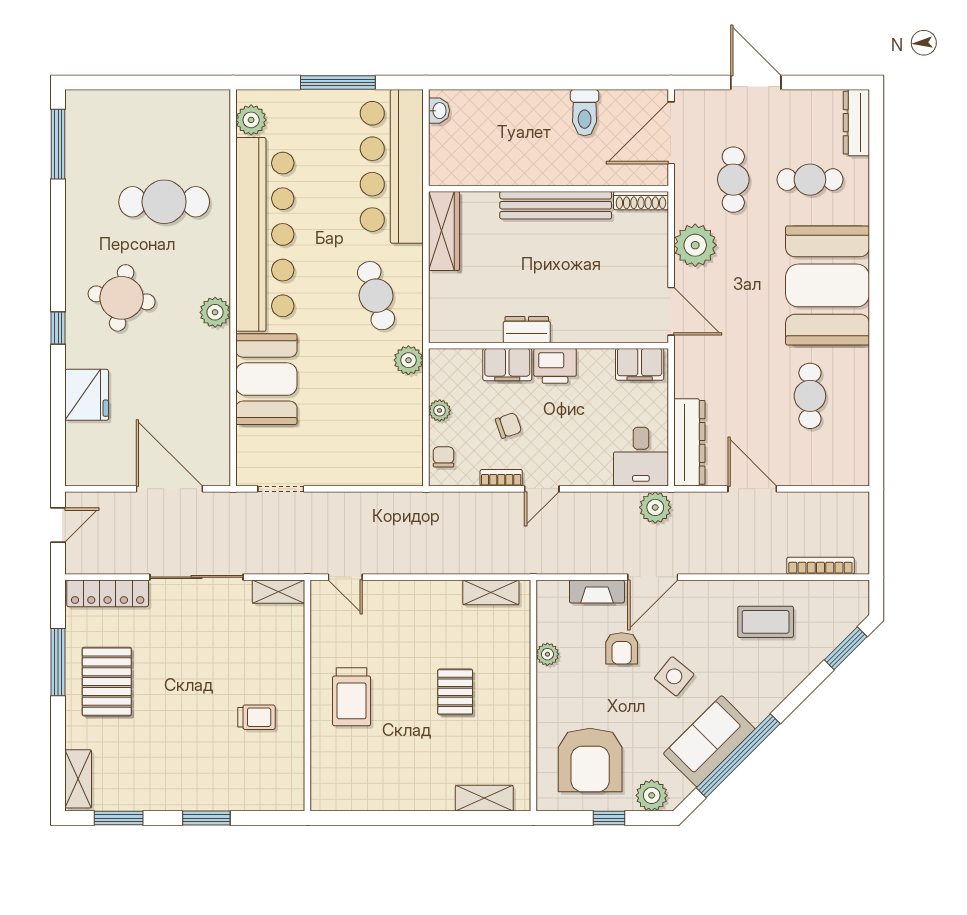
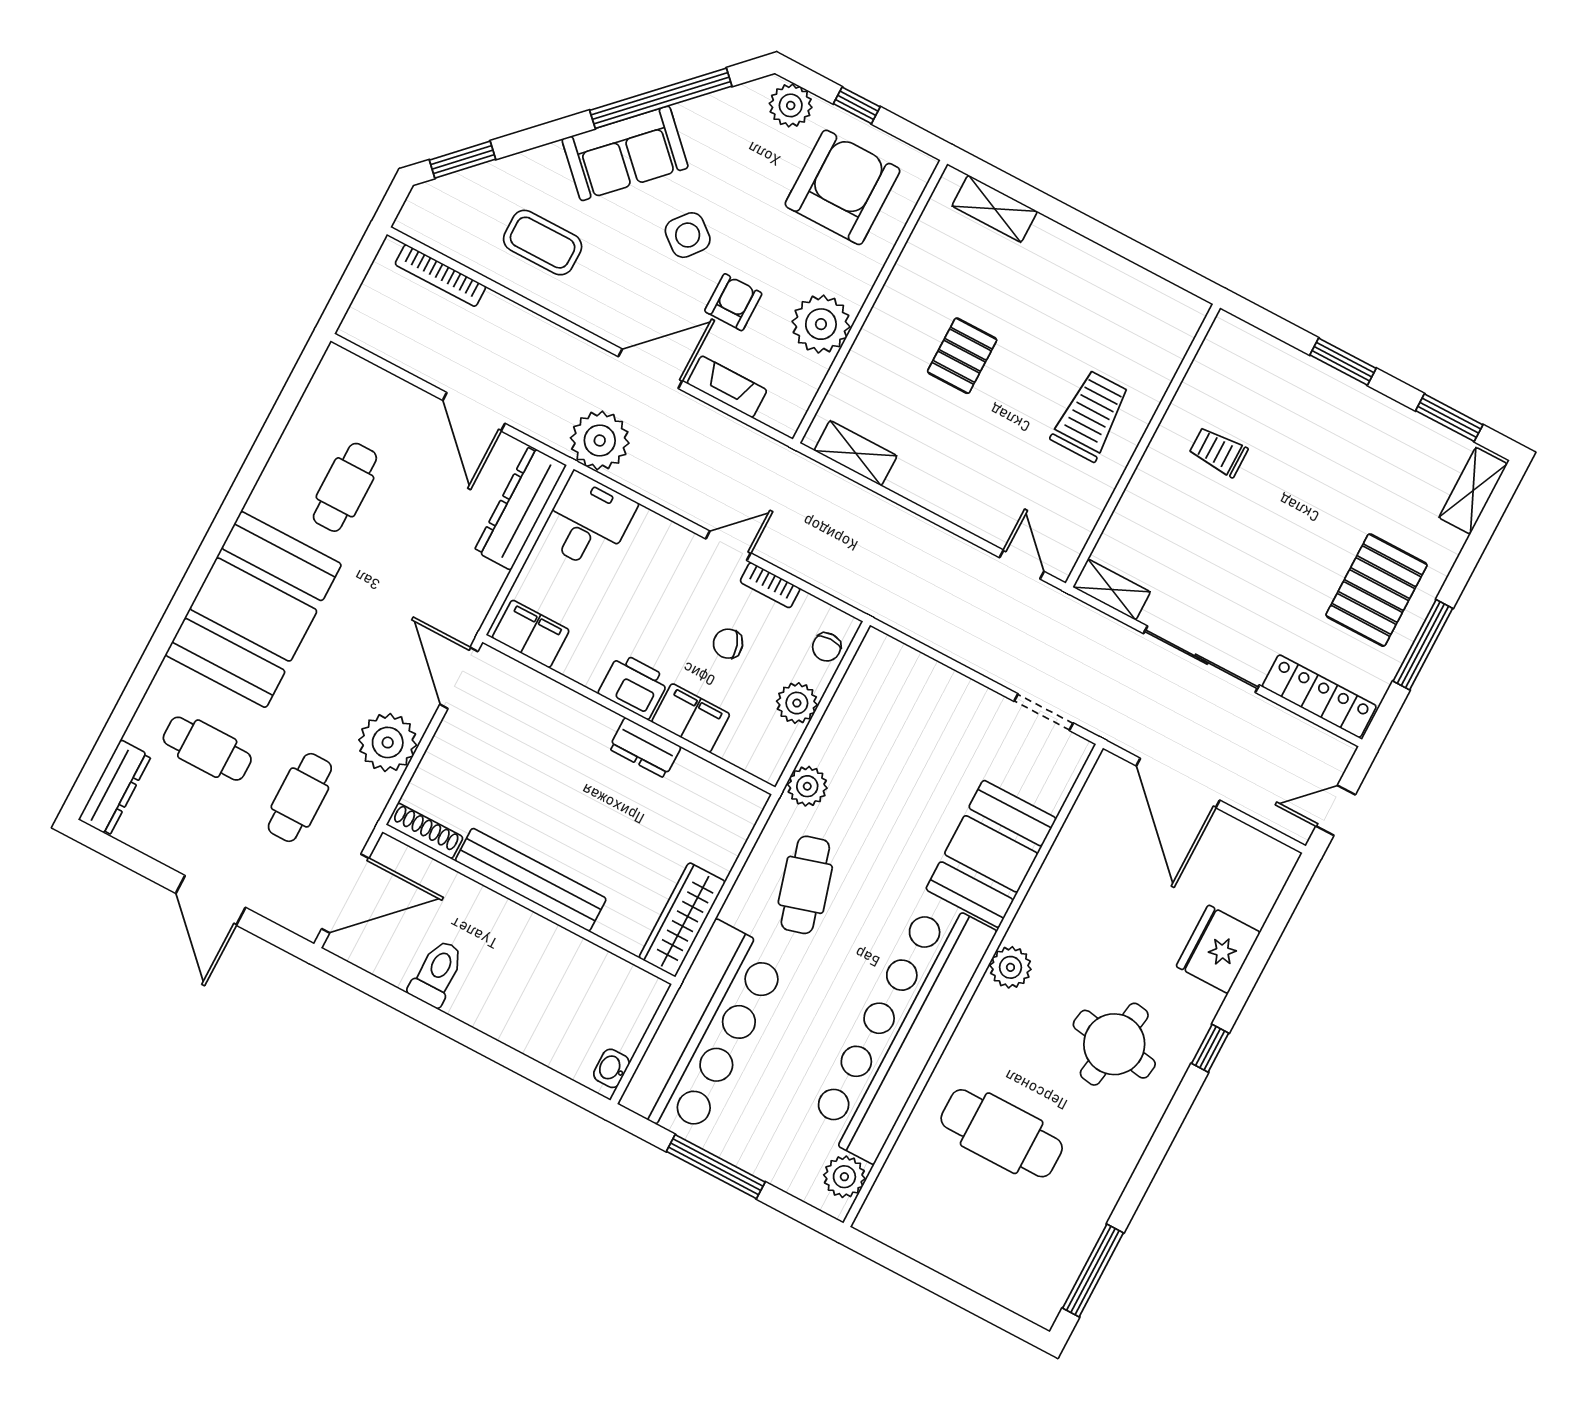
plant: (440, 410) -> (797, 703), width x1.38, depth x1.38
plant: (655, 507) -> (600, 440), width x1.36, depth x1.36
plant: (547, 654) -> (821, 324), width x1.88, depth x1.88
sofa: (709, 741) -> (625, 153), moved

